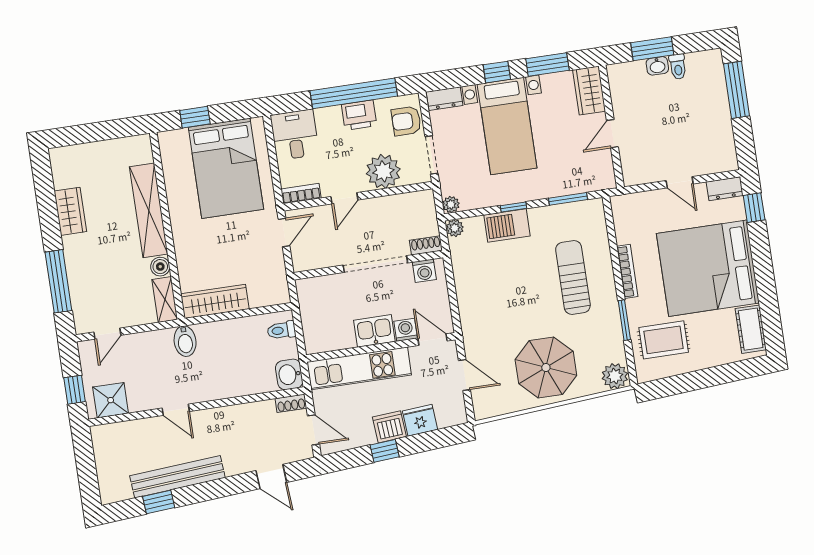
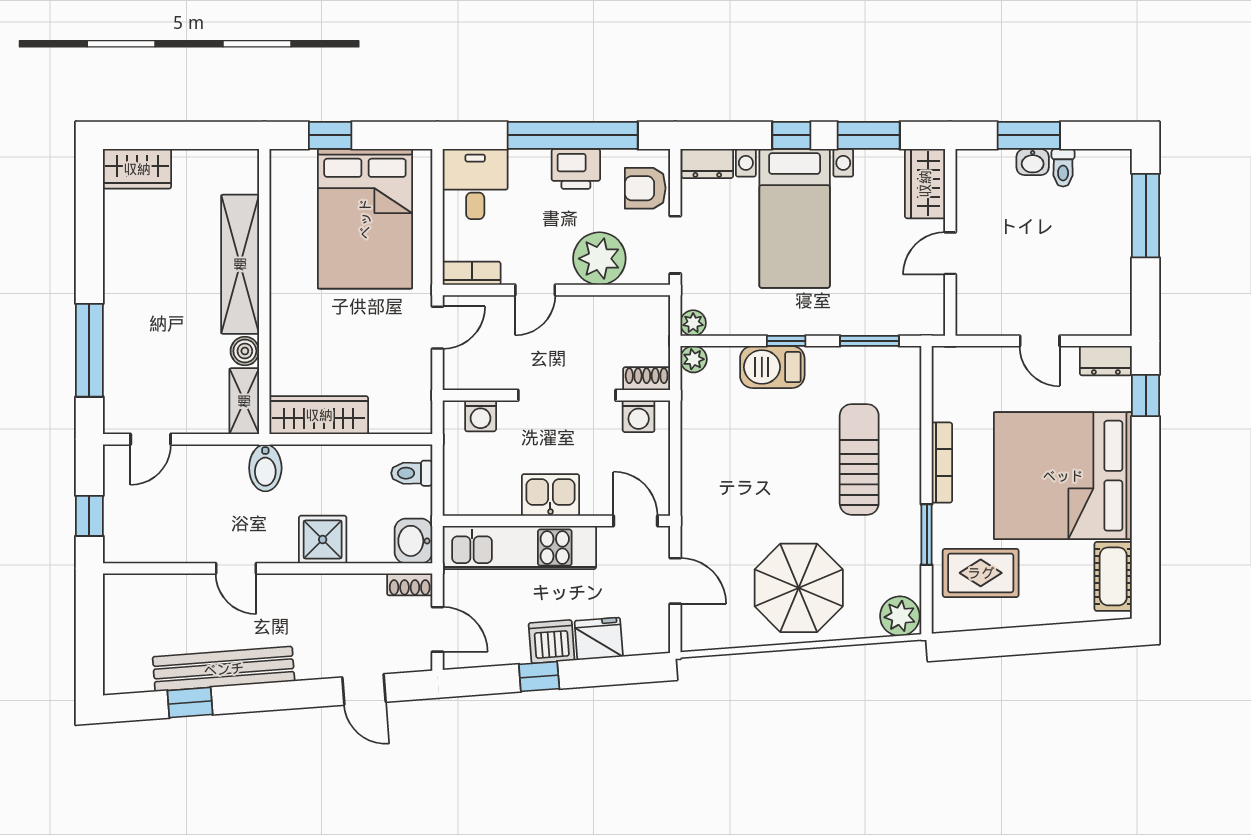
wardrobe: (70, 211) -> (137, 169), moved, turned 90
washing machine: (406, 330) -> (481, 416), moved, turned 180
shower: (111, 400) -> (323, 540), moved

